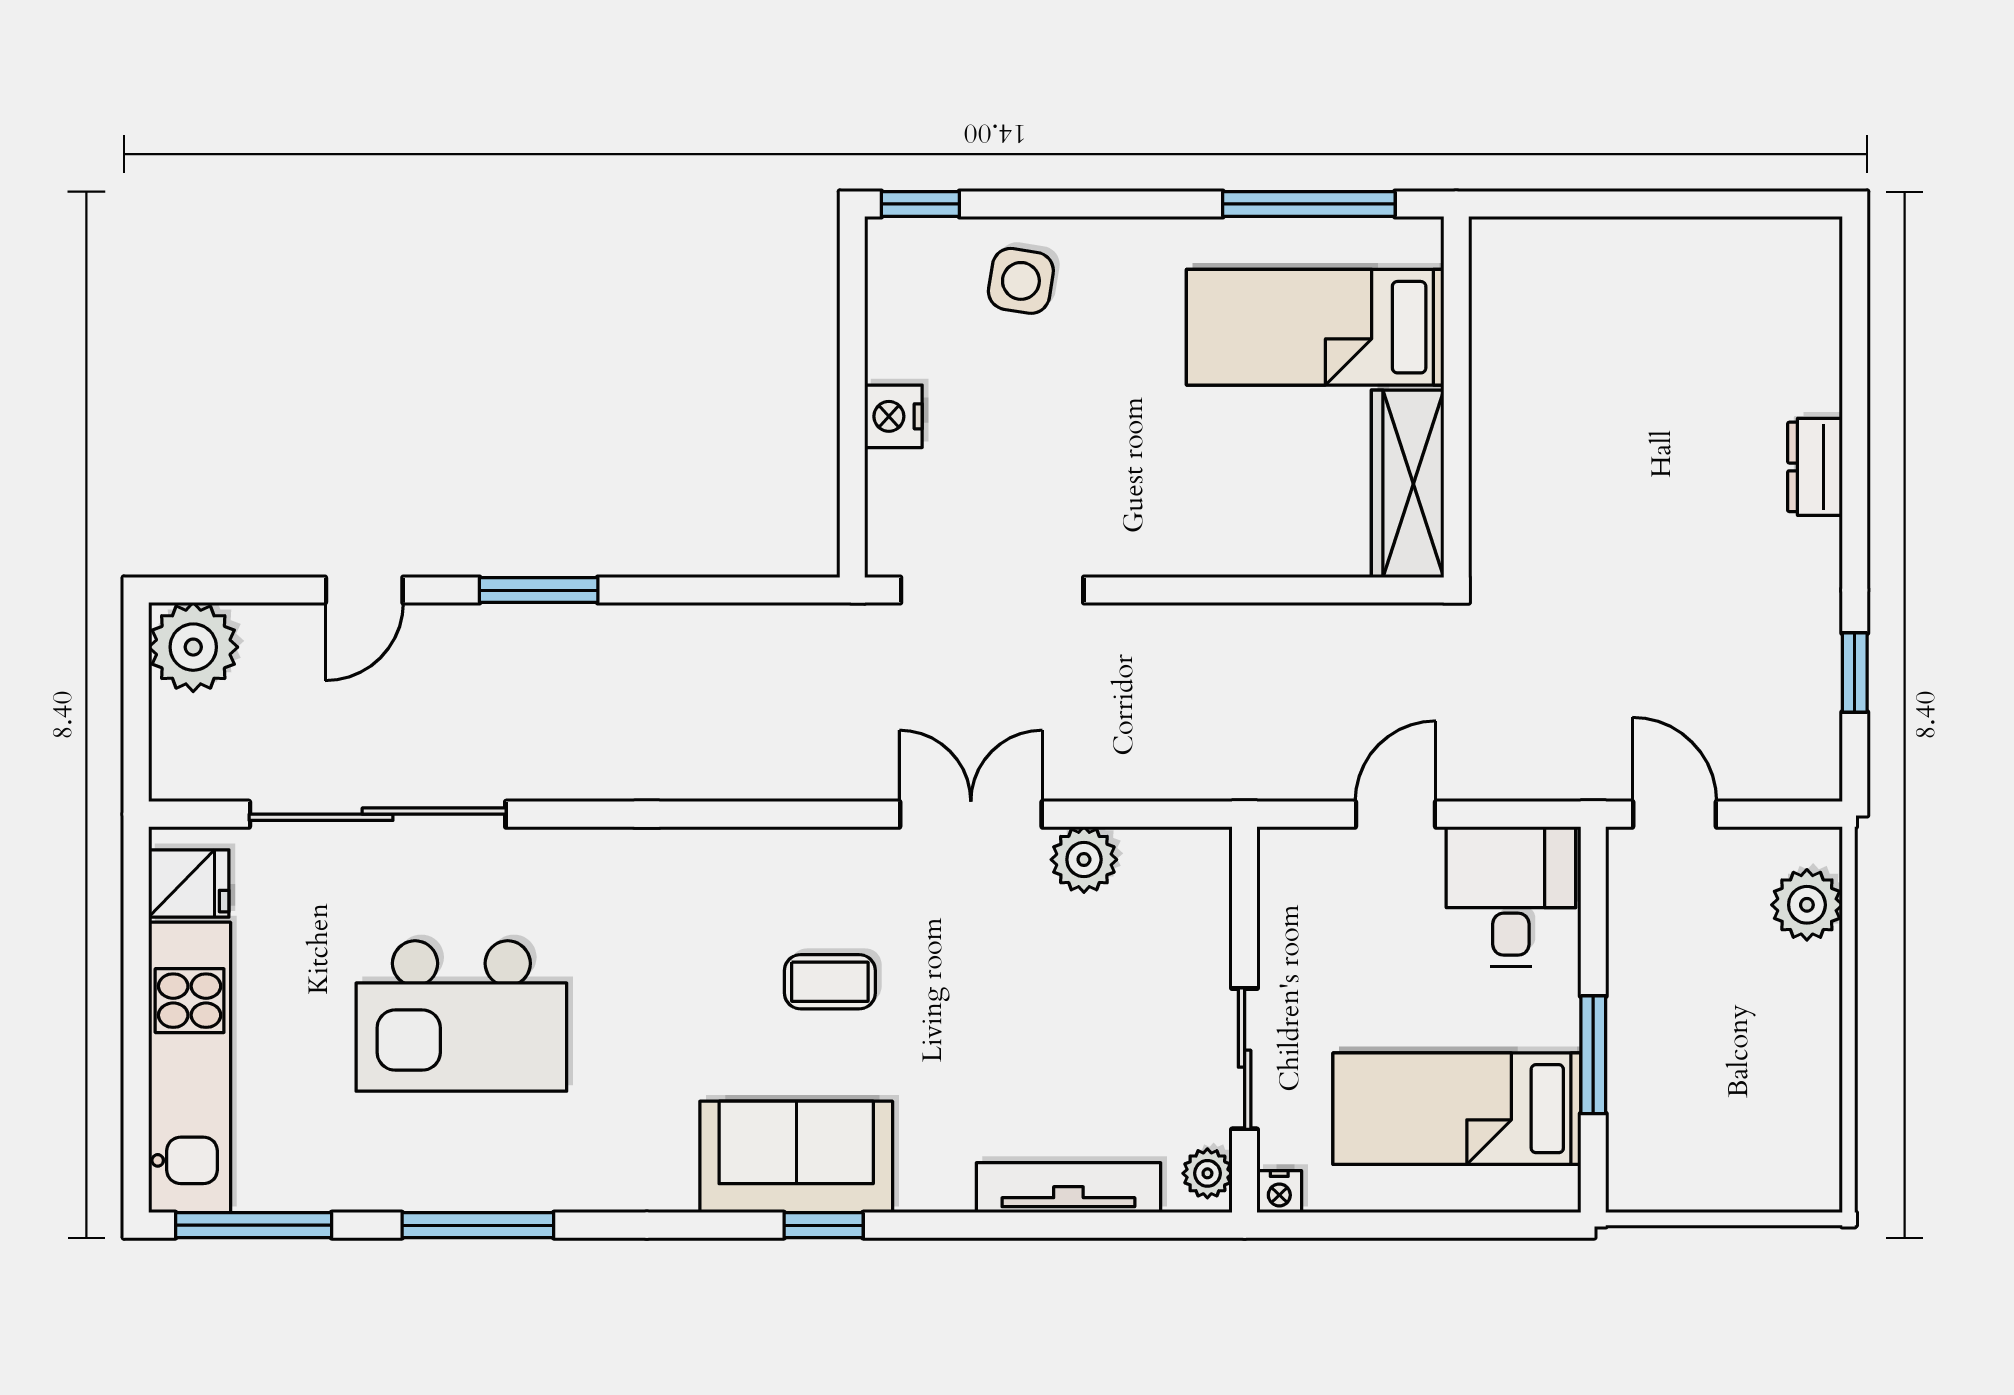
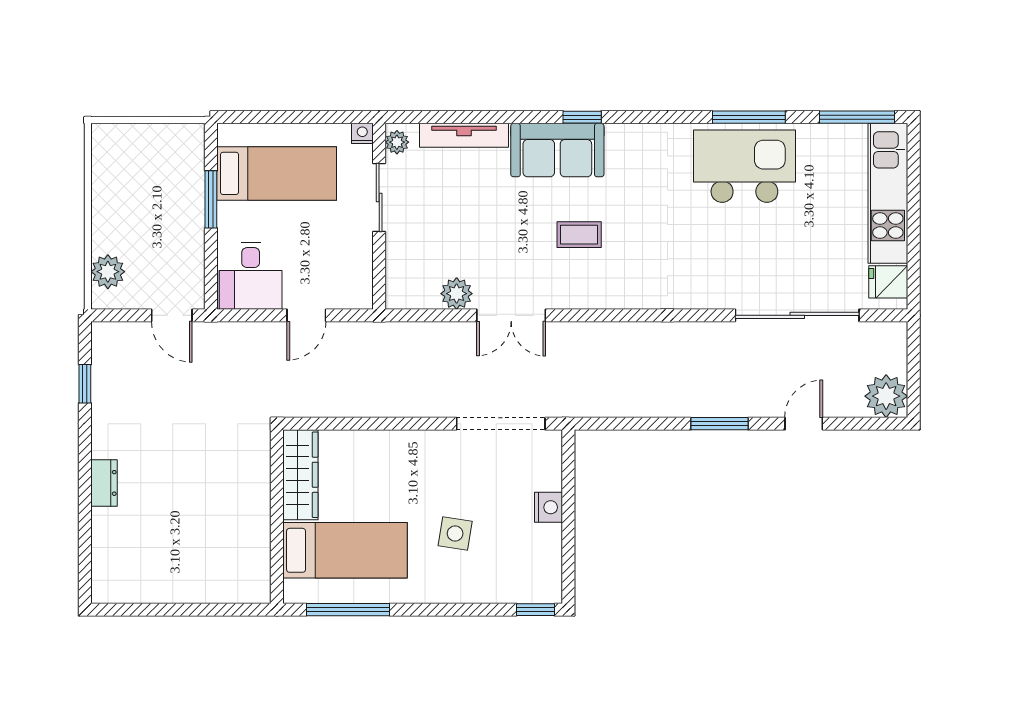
side table: (1021, 281) -> (455, 533), moved
kitchen island: (461, 1016) -> (744, 166), moved
sofa: (796, 1157) -> (557, 150), moved

